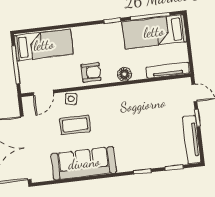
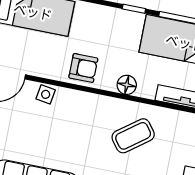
coffee table: (75, 125) -> (133, 136), moved, turned -37

